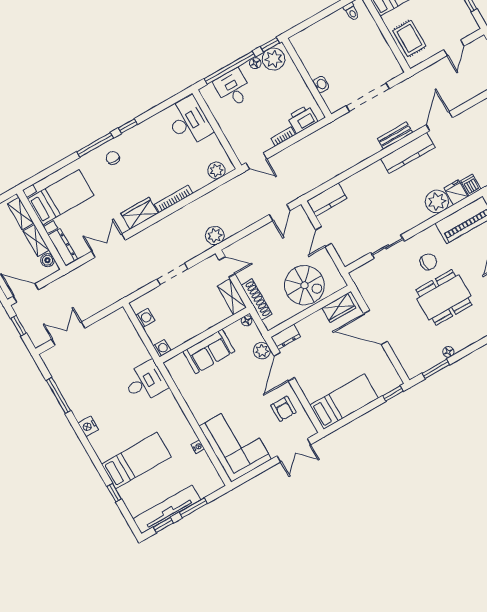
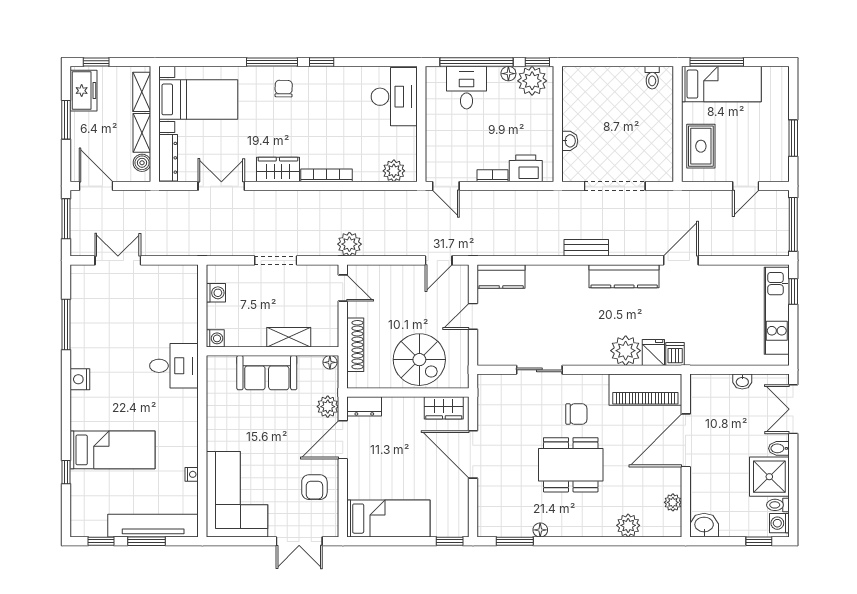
bench: (395, 136) -> (586, 248), moved
shelving: (232, 297) -> (289, 337), moved, turned 90
window: (19, 326) -> (66, 219), width x1.50
tv unit: (167, 509) -> (153, 526), moved

